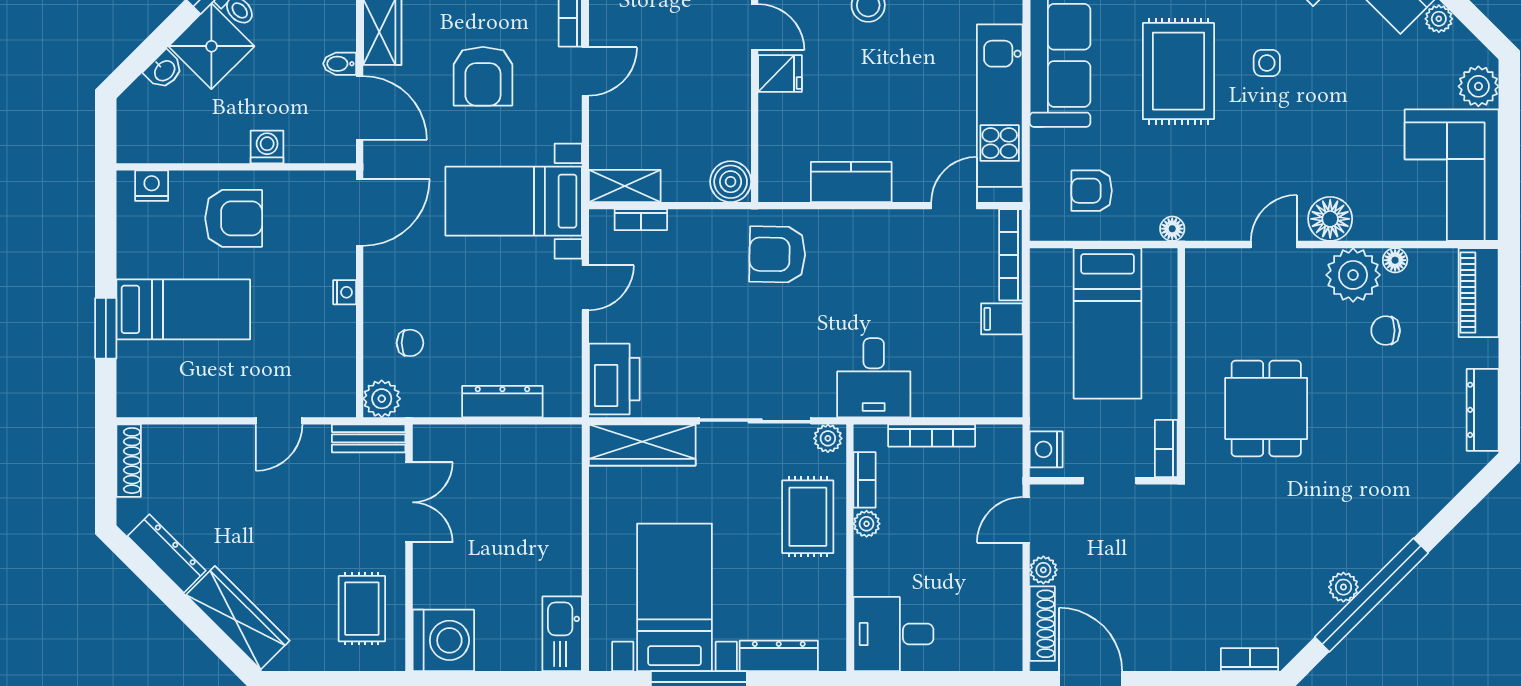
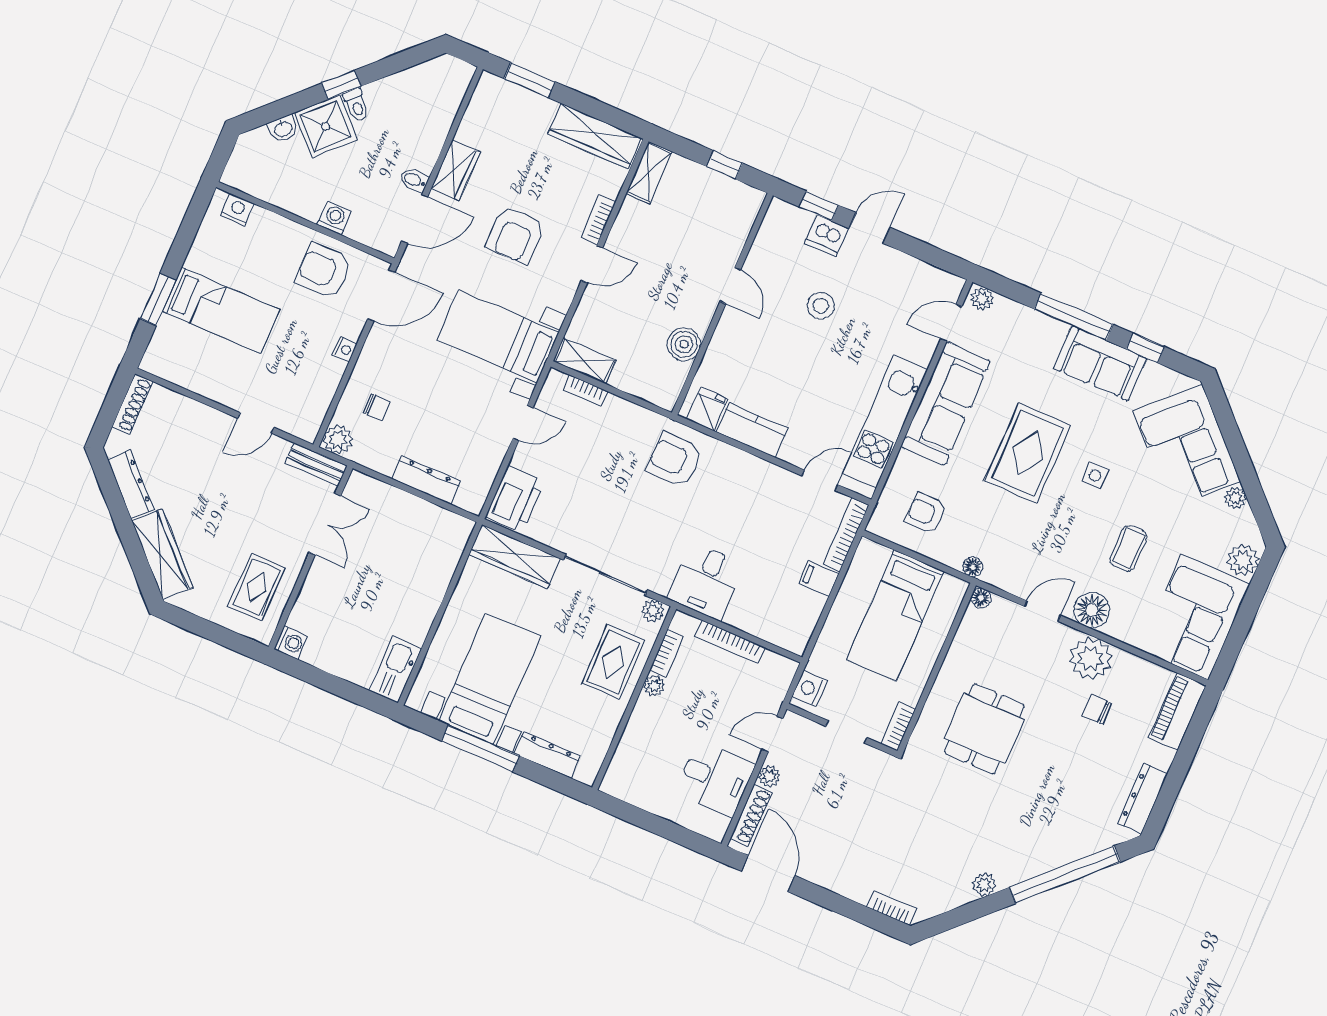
fridge: (780, 74) -> (707, 409), moved, turned -90
door: (360, 108) -> (415, 219), hinge flipped
coffee table: (1341, 130) -> (1129, 548), added
boiler: (731, 182) -> (684, 344), moved
armchair: (234, 218) -> (324, 271), moved, turned 180
floor lamp: (1395, 260) -> (981, 598), moved
window: (1371, 595) -> (1065, 875), moved
desk: (893, 634) -> (715, 778), moved, turned 180
washing machine: (443, 640) -> (291, 642), width x0.53, depth x0.53

